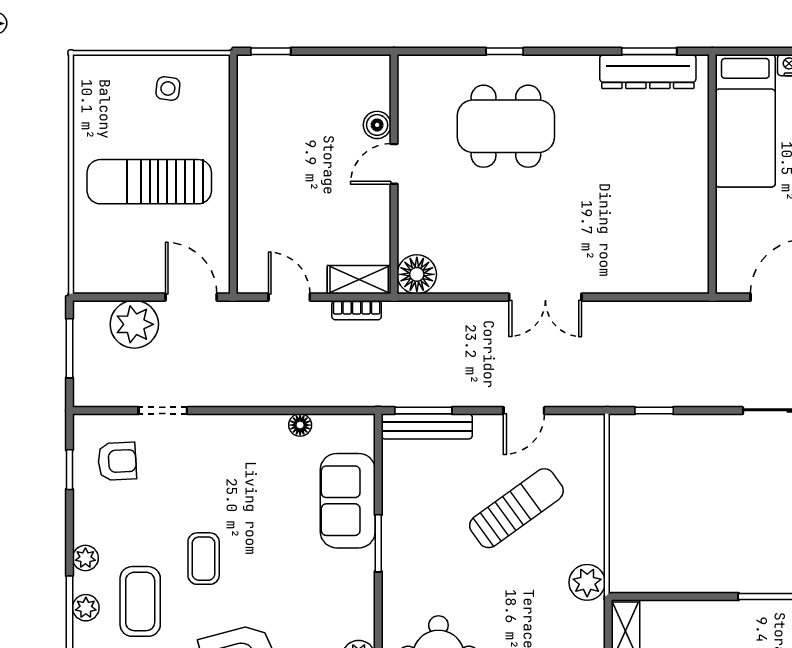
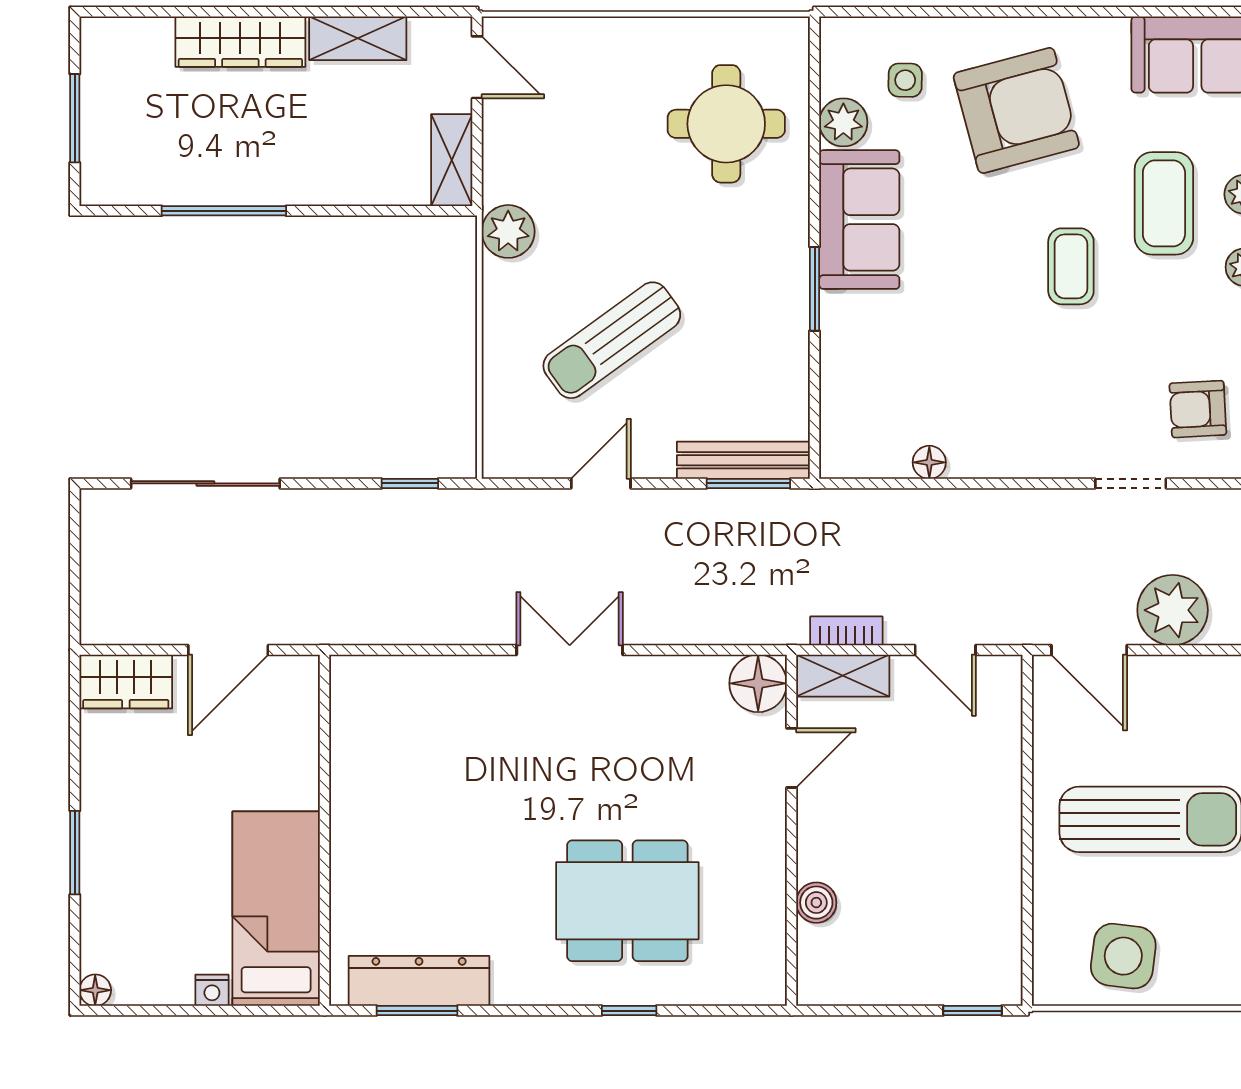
side table: (168, 88) -> (1123, 956), width x1.87, depth x1.87
door: (394, 164) -> (791, 758), moved
sofa: (348, 501) -> (859, 220), moved

